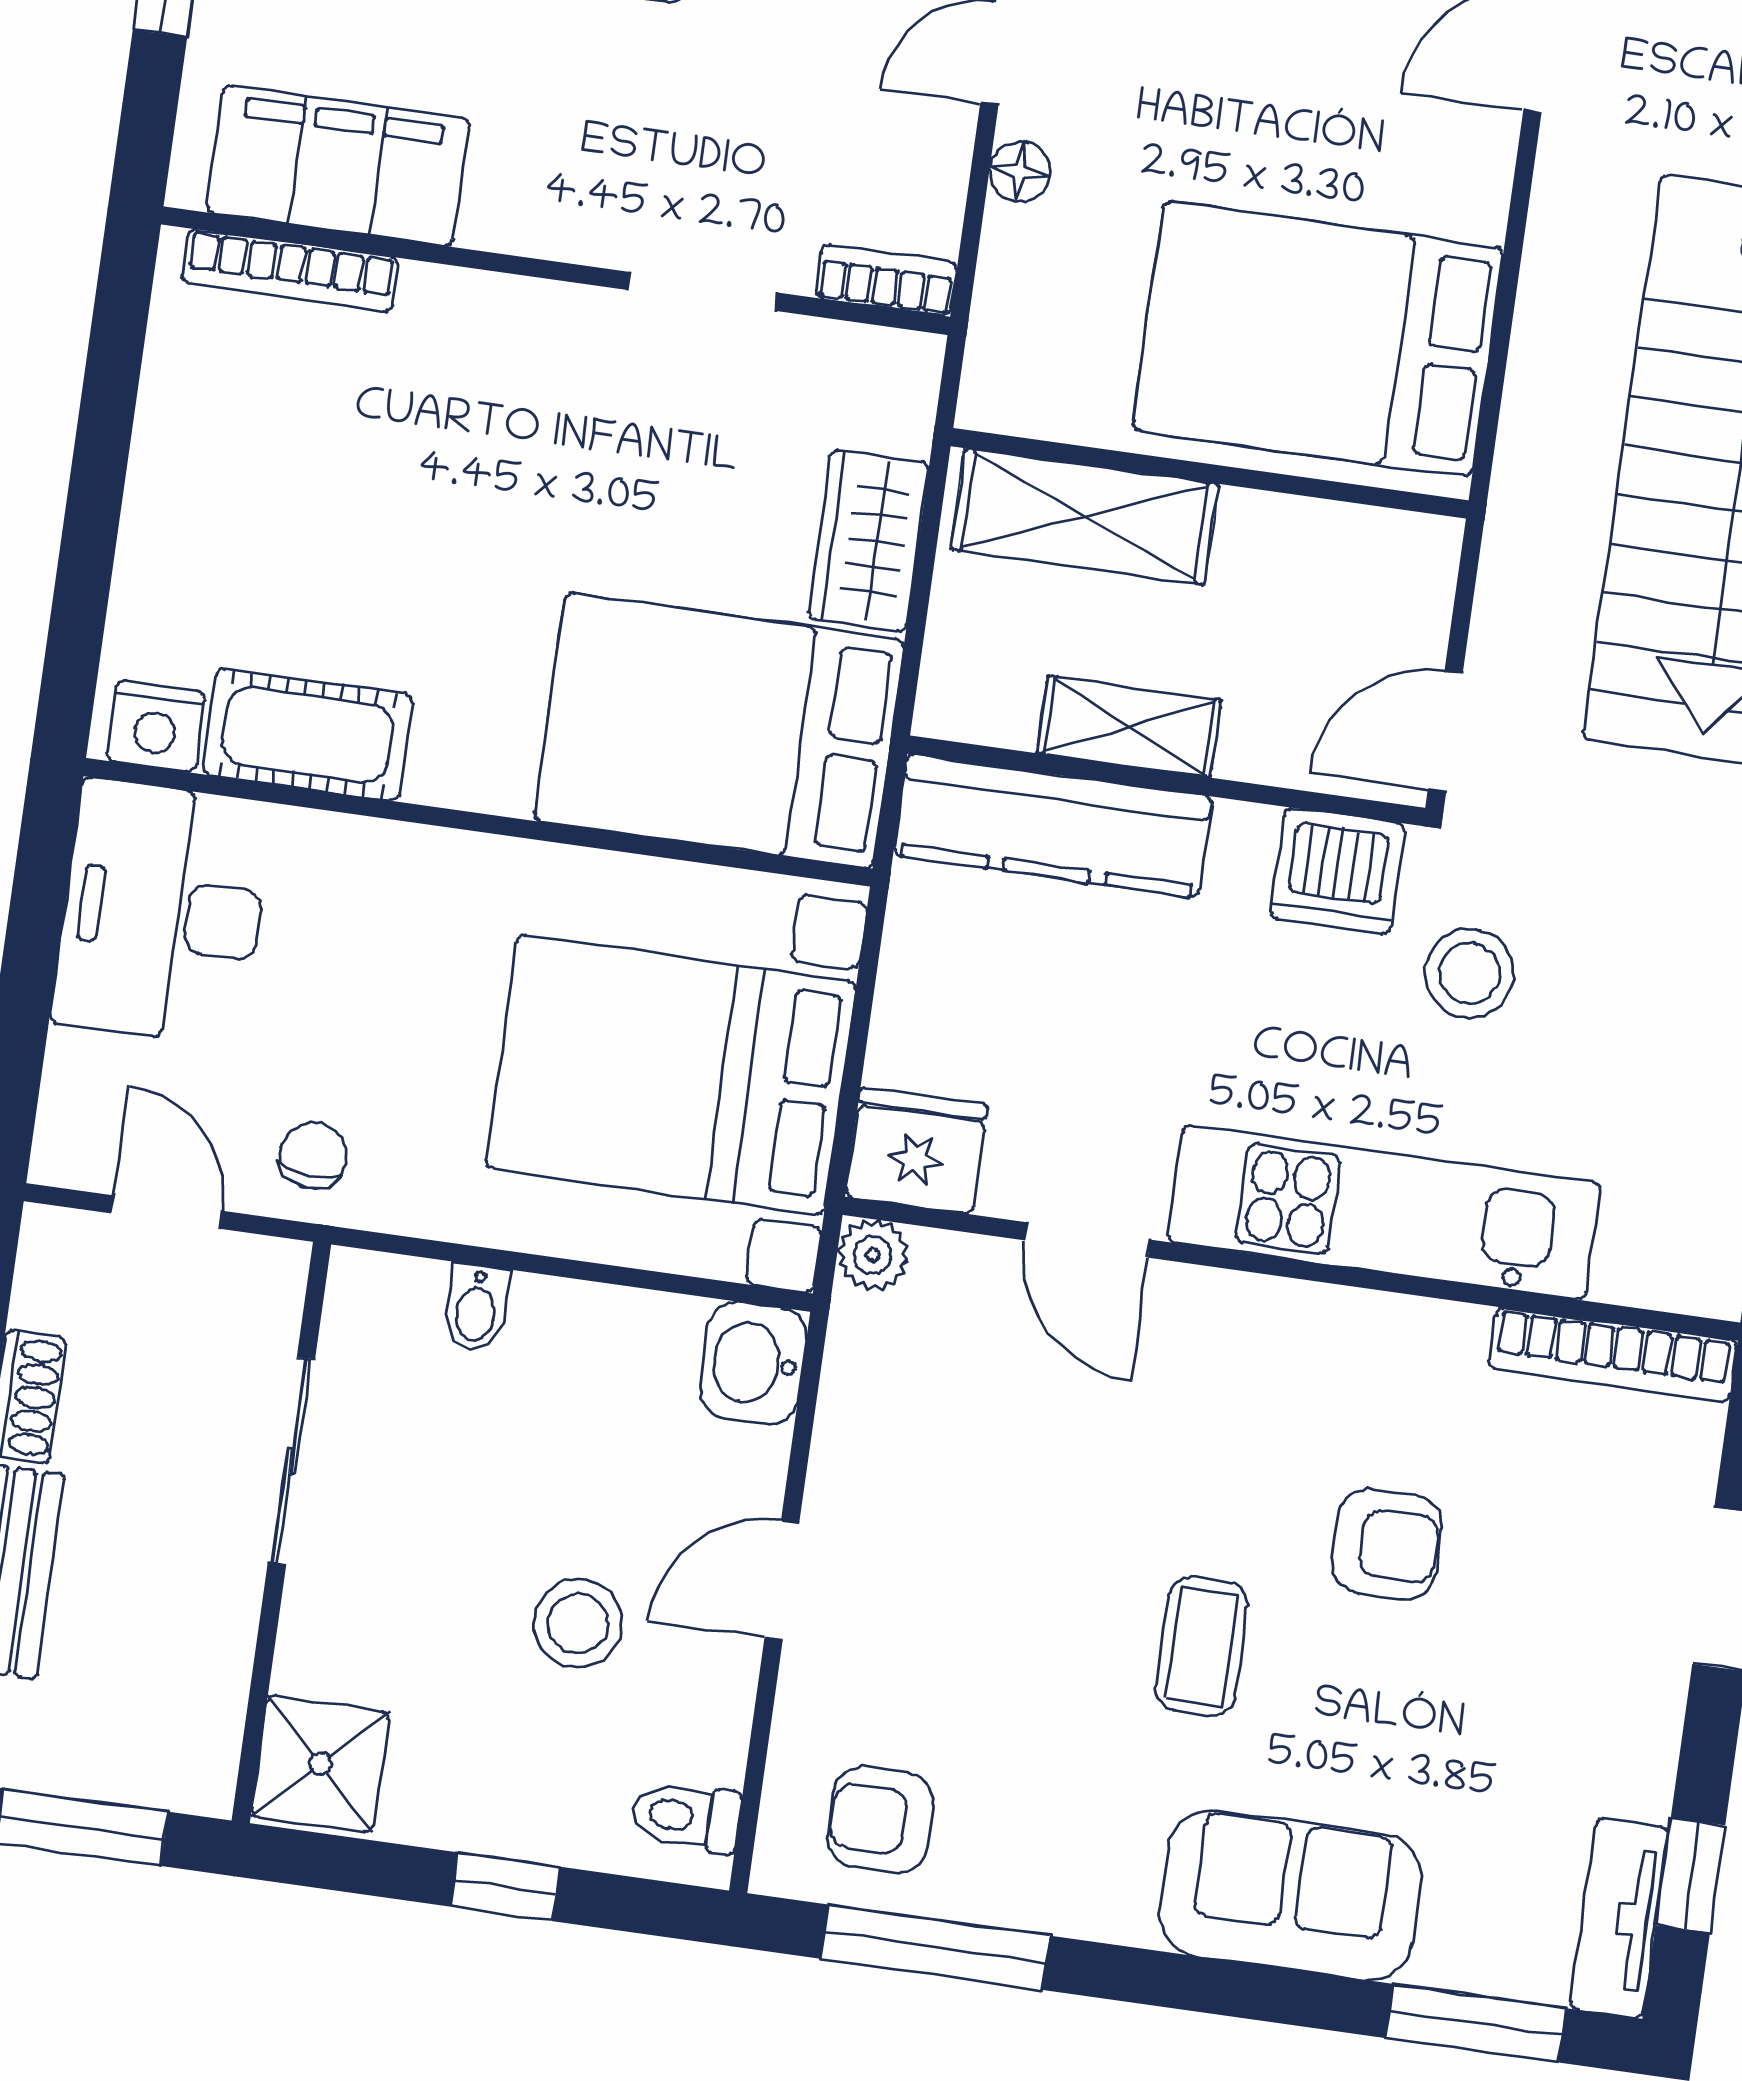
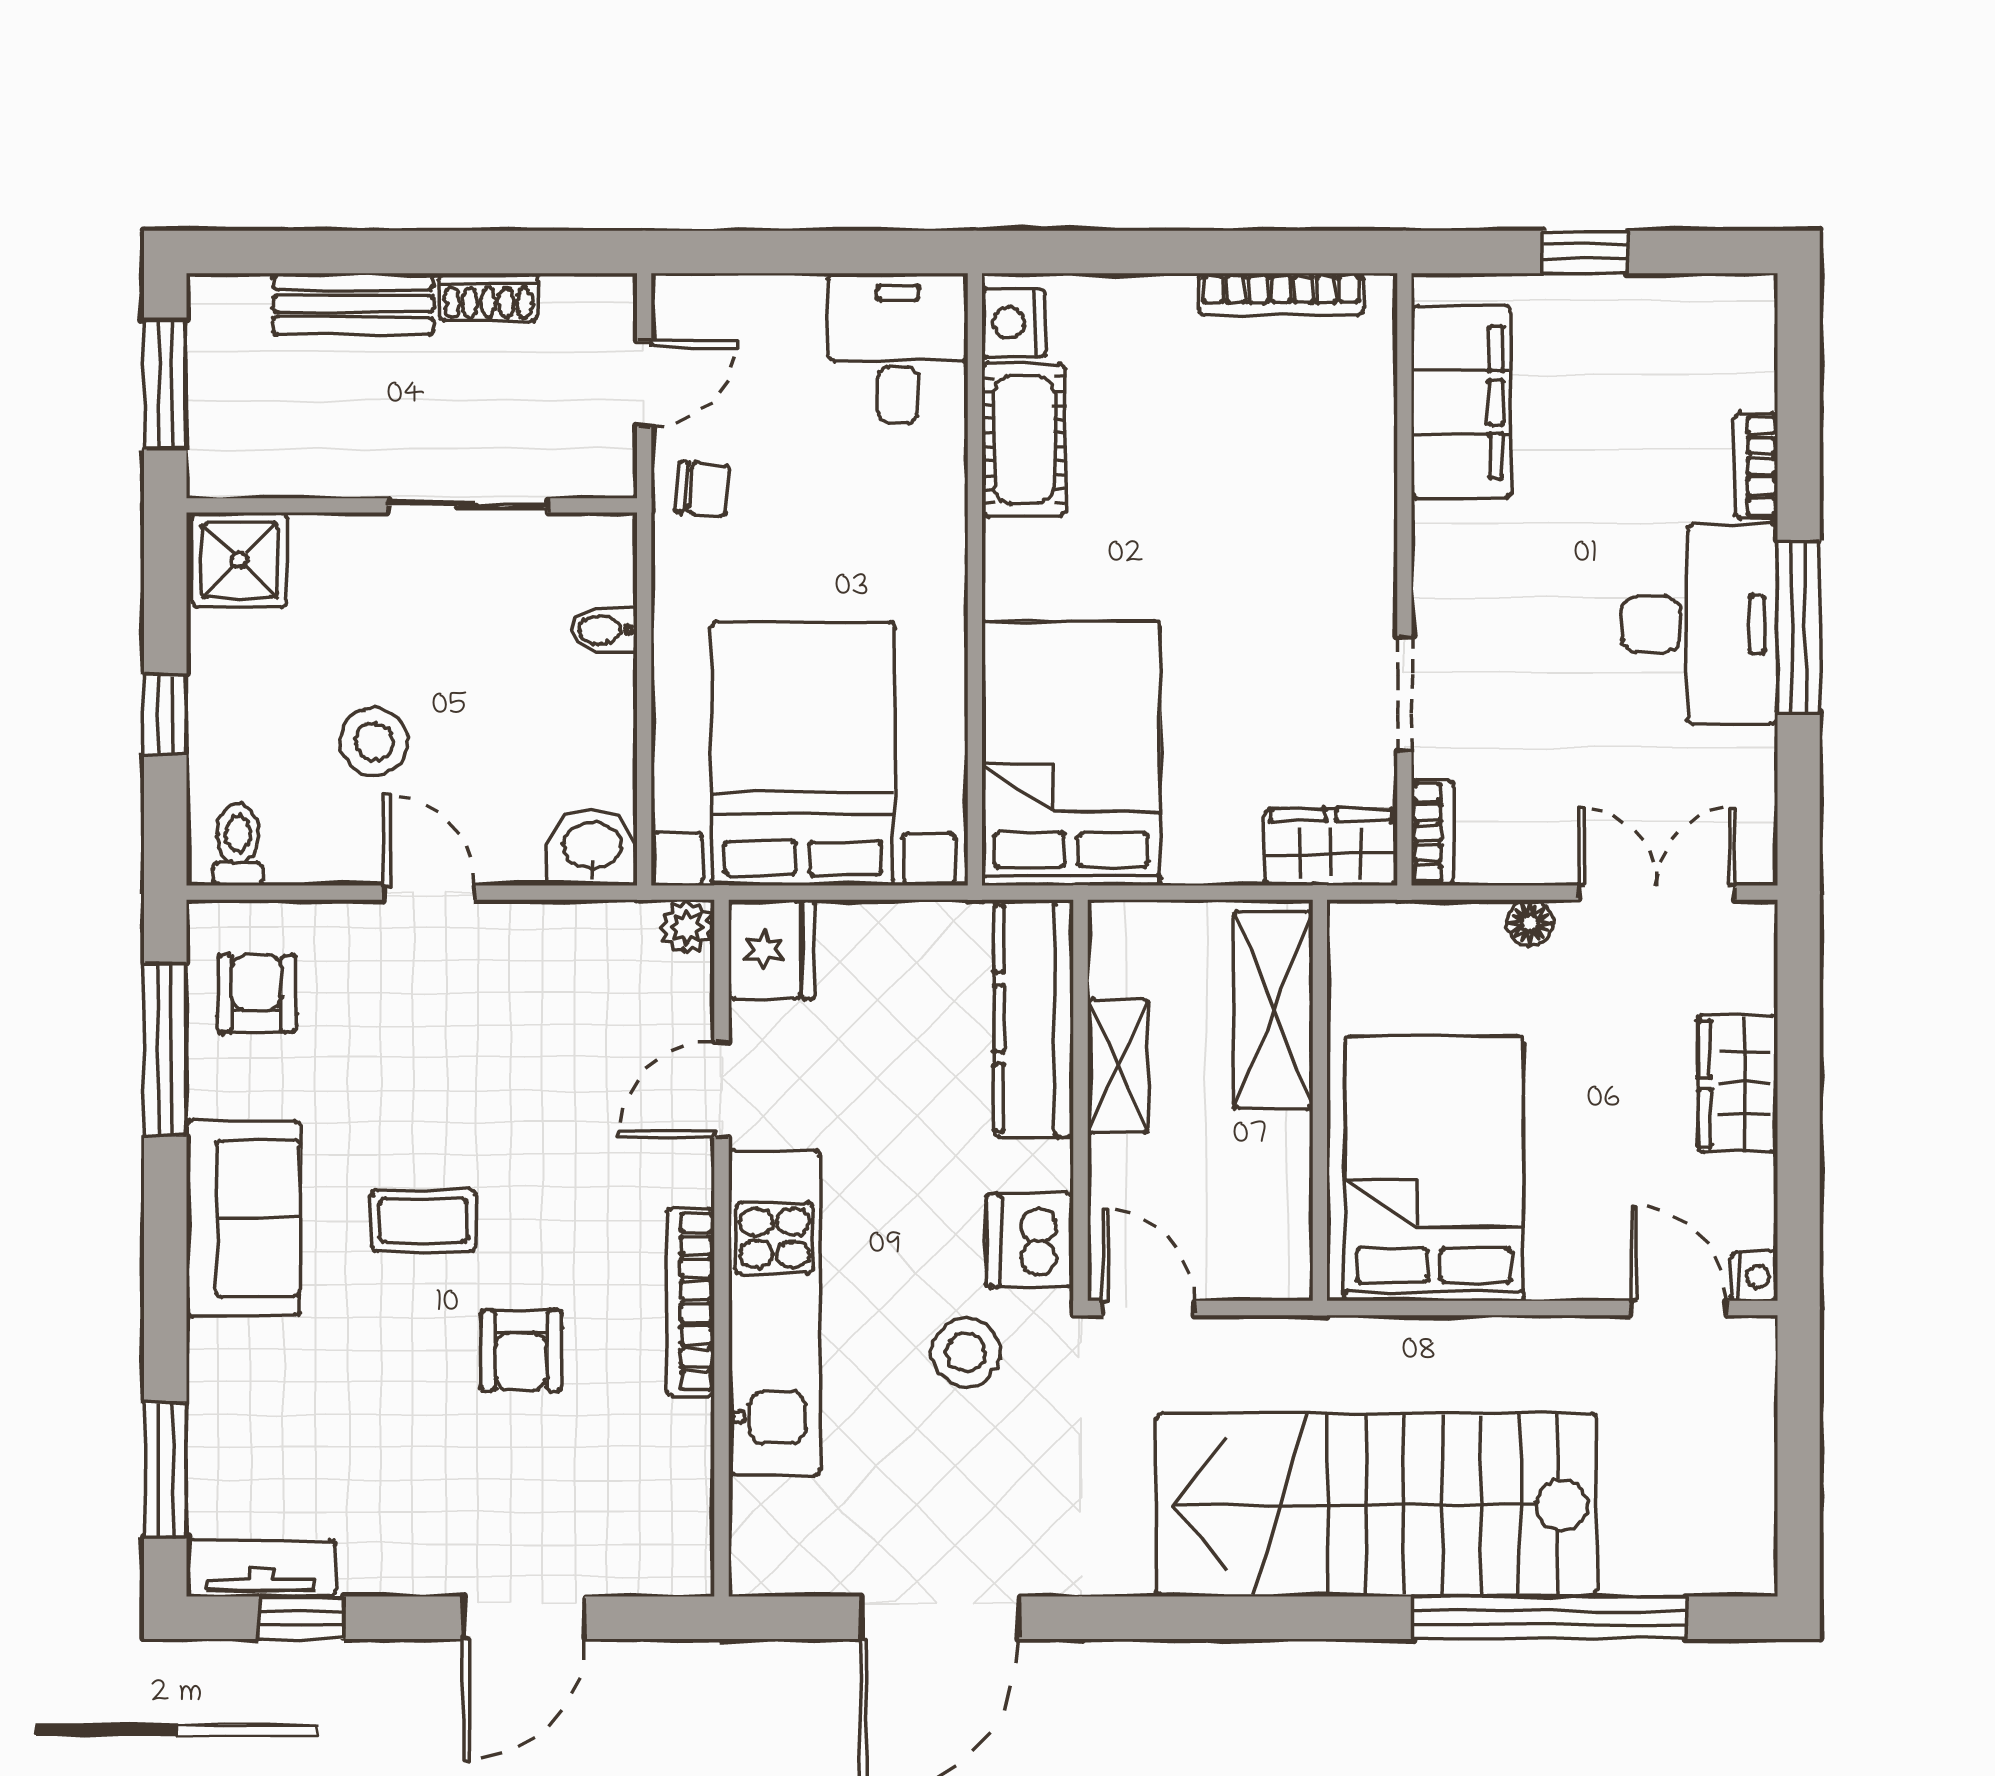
bookcase: (290, 270) -> (1281, 294), moved, turned -90
wardrobe: (868, 541) -> (1331, 847), moved
desk: (163, 913) -> (898, 349), width x0.73
bookcase: (1613, 1355) -> (690, 1302), moved
sofa: (1290, 1895) -> (243, 1218), moved

